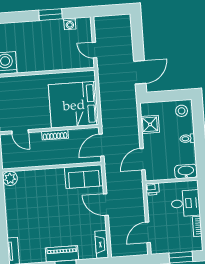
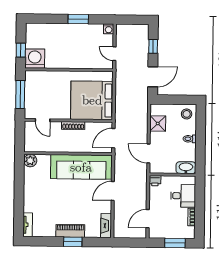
washing machine: (70, 24) -> (109, 29), moved
window: (137, 38) -> (153, 46), added
door: (142, 159) -> (148, 154), hinge flipped
sofa: (84, 177) -> (81, 167), width x1.85, depth x1.27
door: (106, 205) -> (113, 191), hinge flipped

